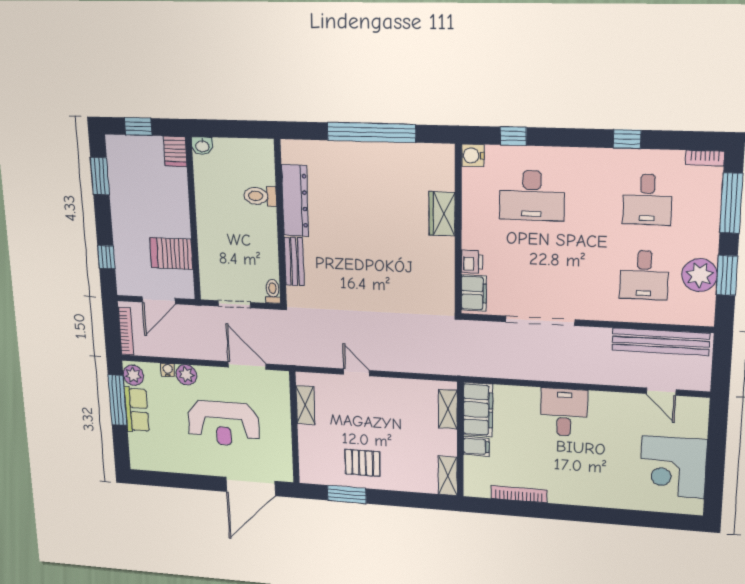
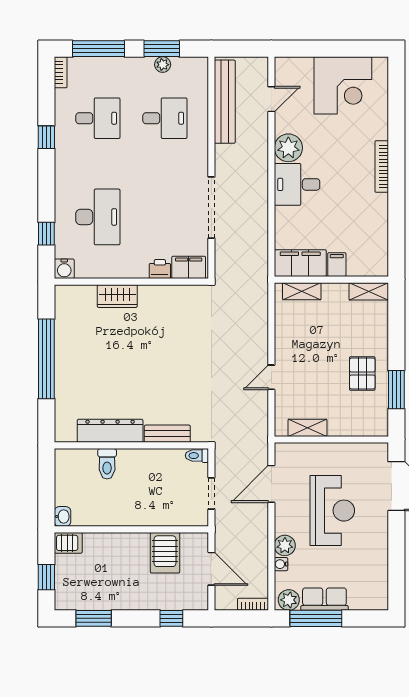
plant: (700, 275) -> (163, 65), width x0.53, depth x0.53
bookcase: (126, 331) -> (253, 604), width x0.64
plant: (605, 406) -> (288, 148), added
bookcase: (519, 494) -> (382, 166), moved

